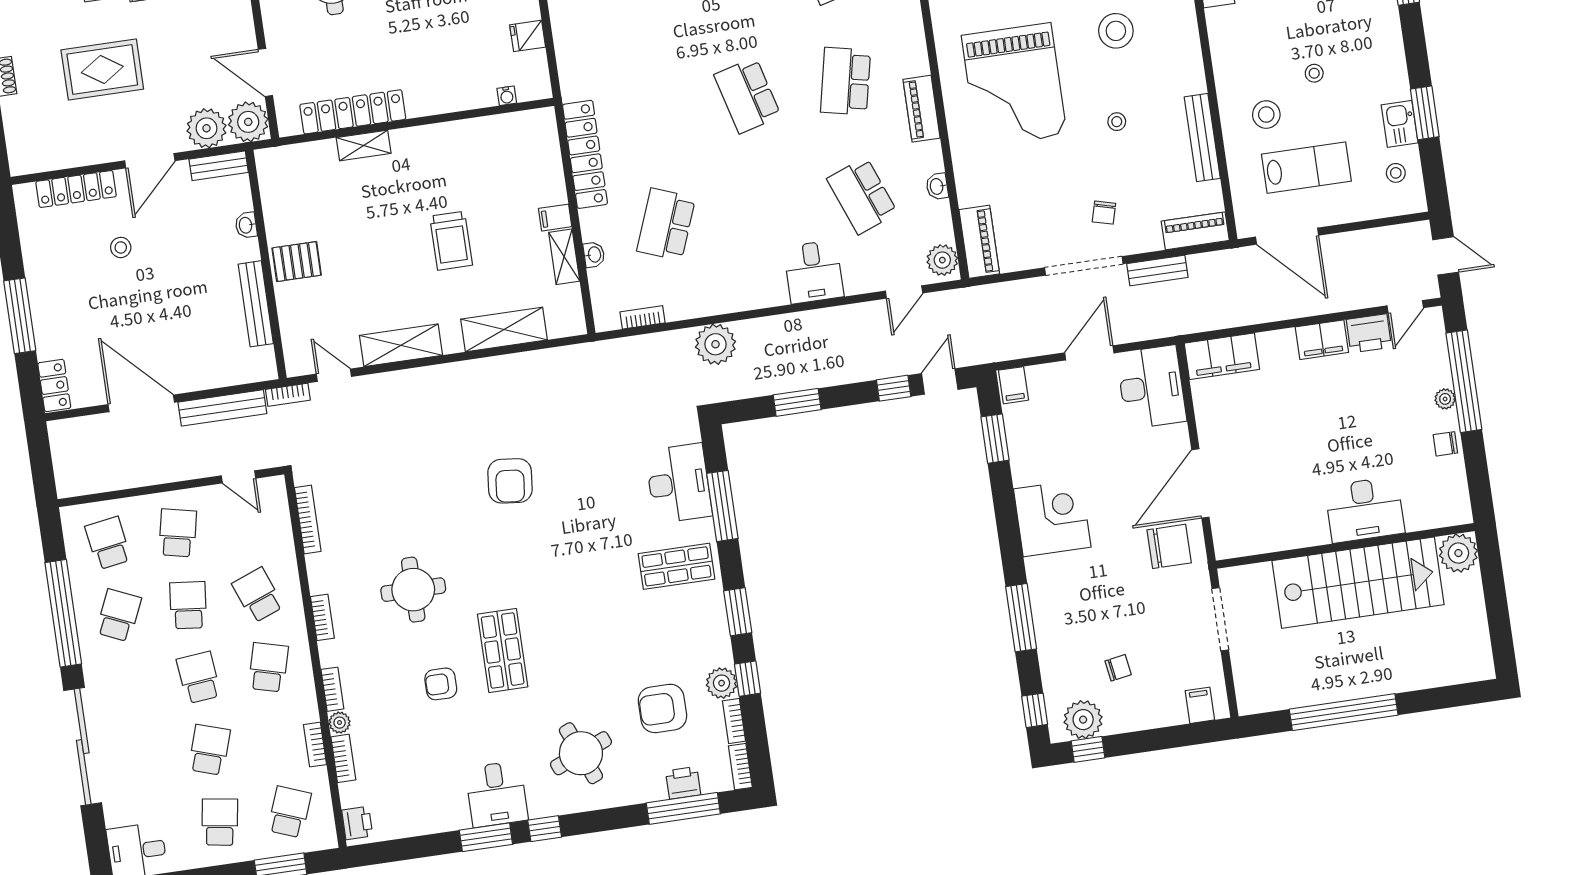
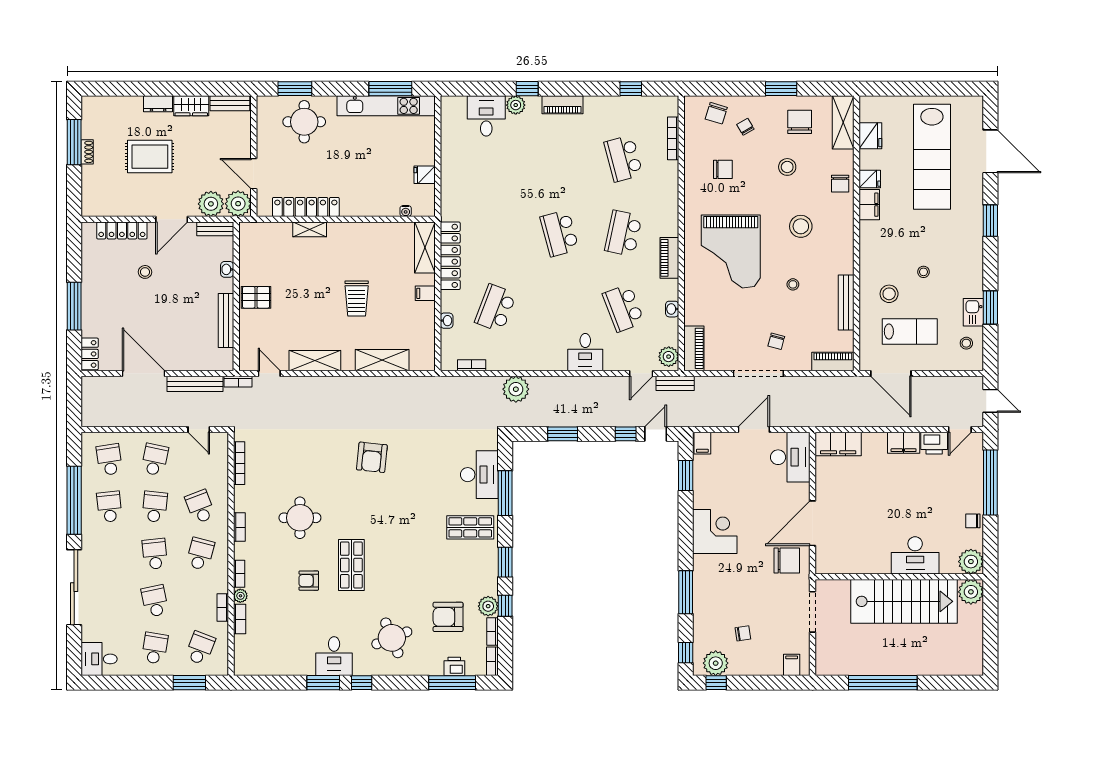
shelving: (564, 257) -> (425, 247), moved, width x1.50, depth x1.33
bench: (1157, 271) -> (675, 383), moved
plant: (1445, 399) -> (971, 562), moved, width x1.88, depth x1.88
school desk: (119, 615) -> (109, 507), turned -30
school desk: (209, 750) -> (155, 601), turned -30
printer: (357, 823) -> (242, 662), removed

